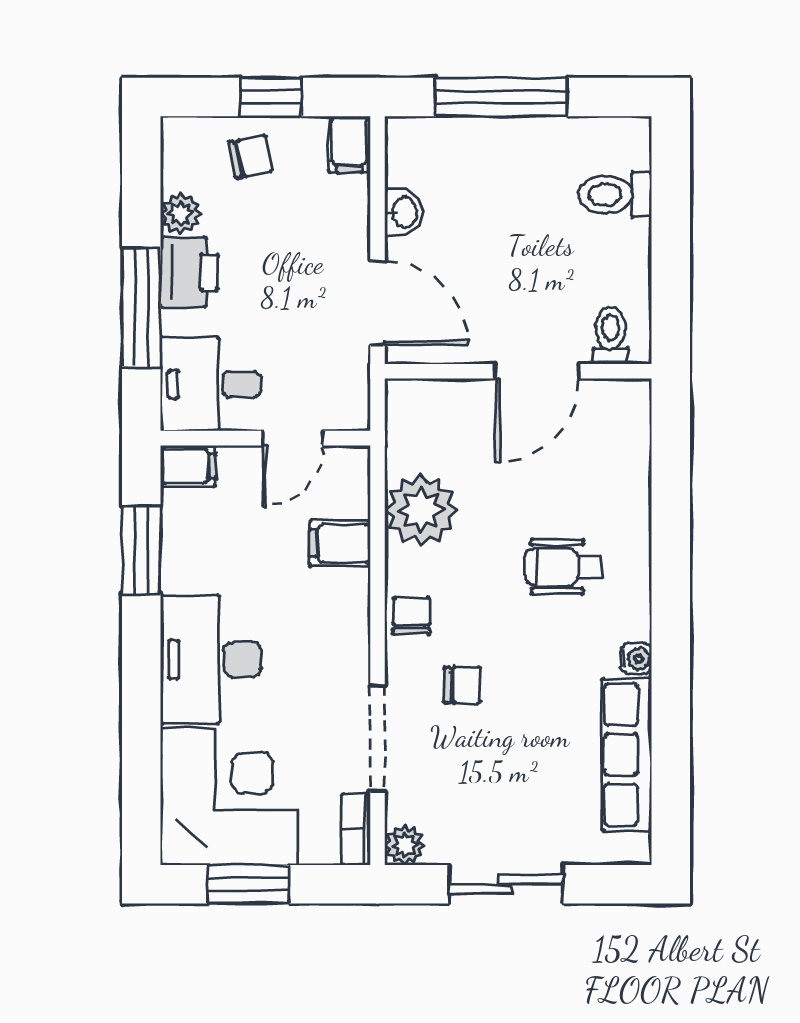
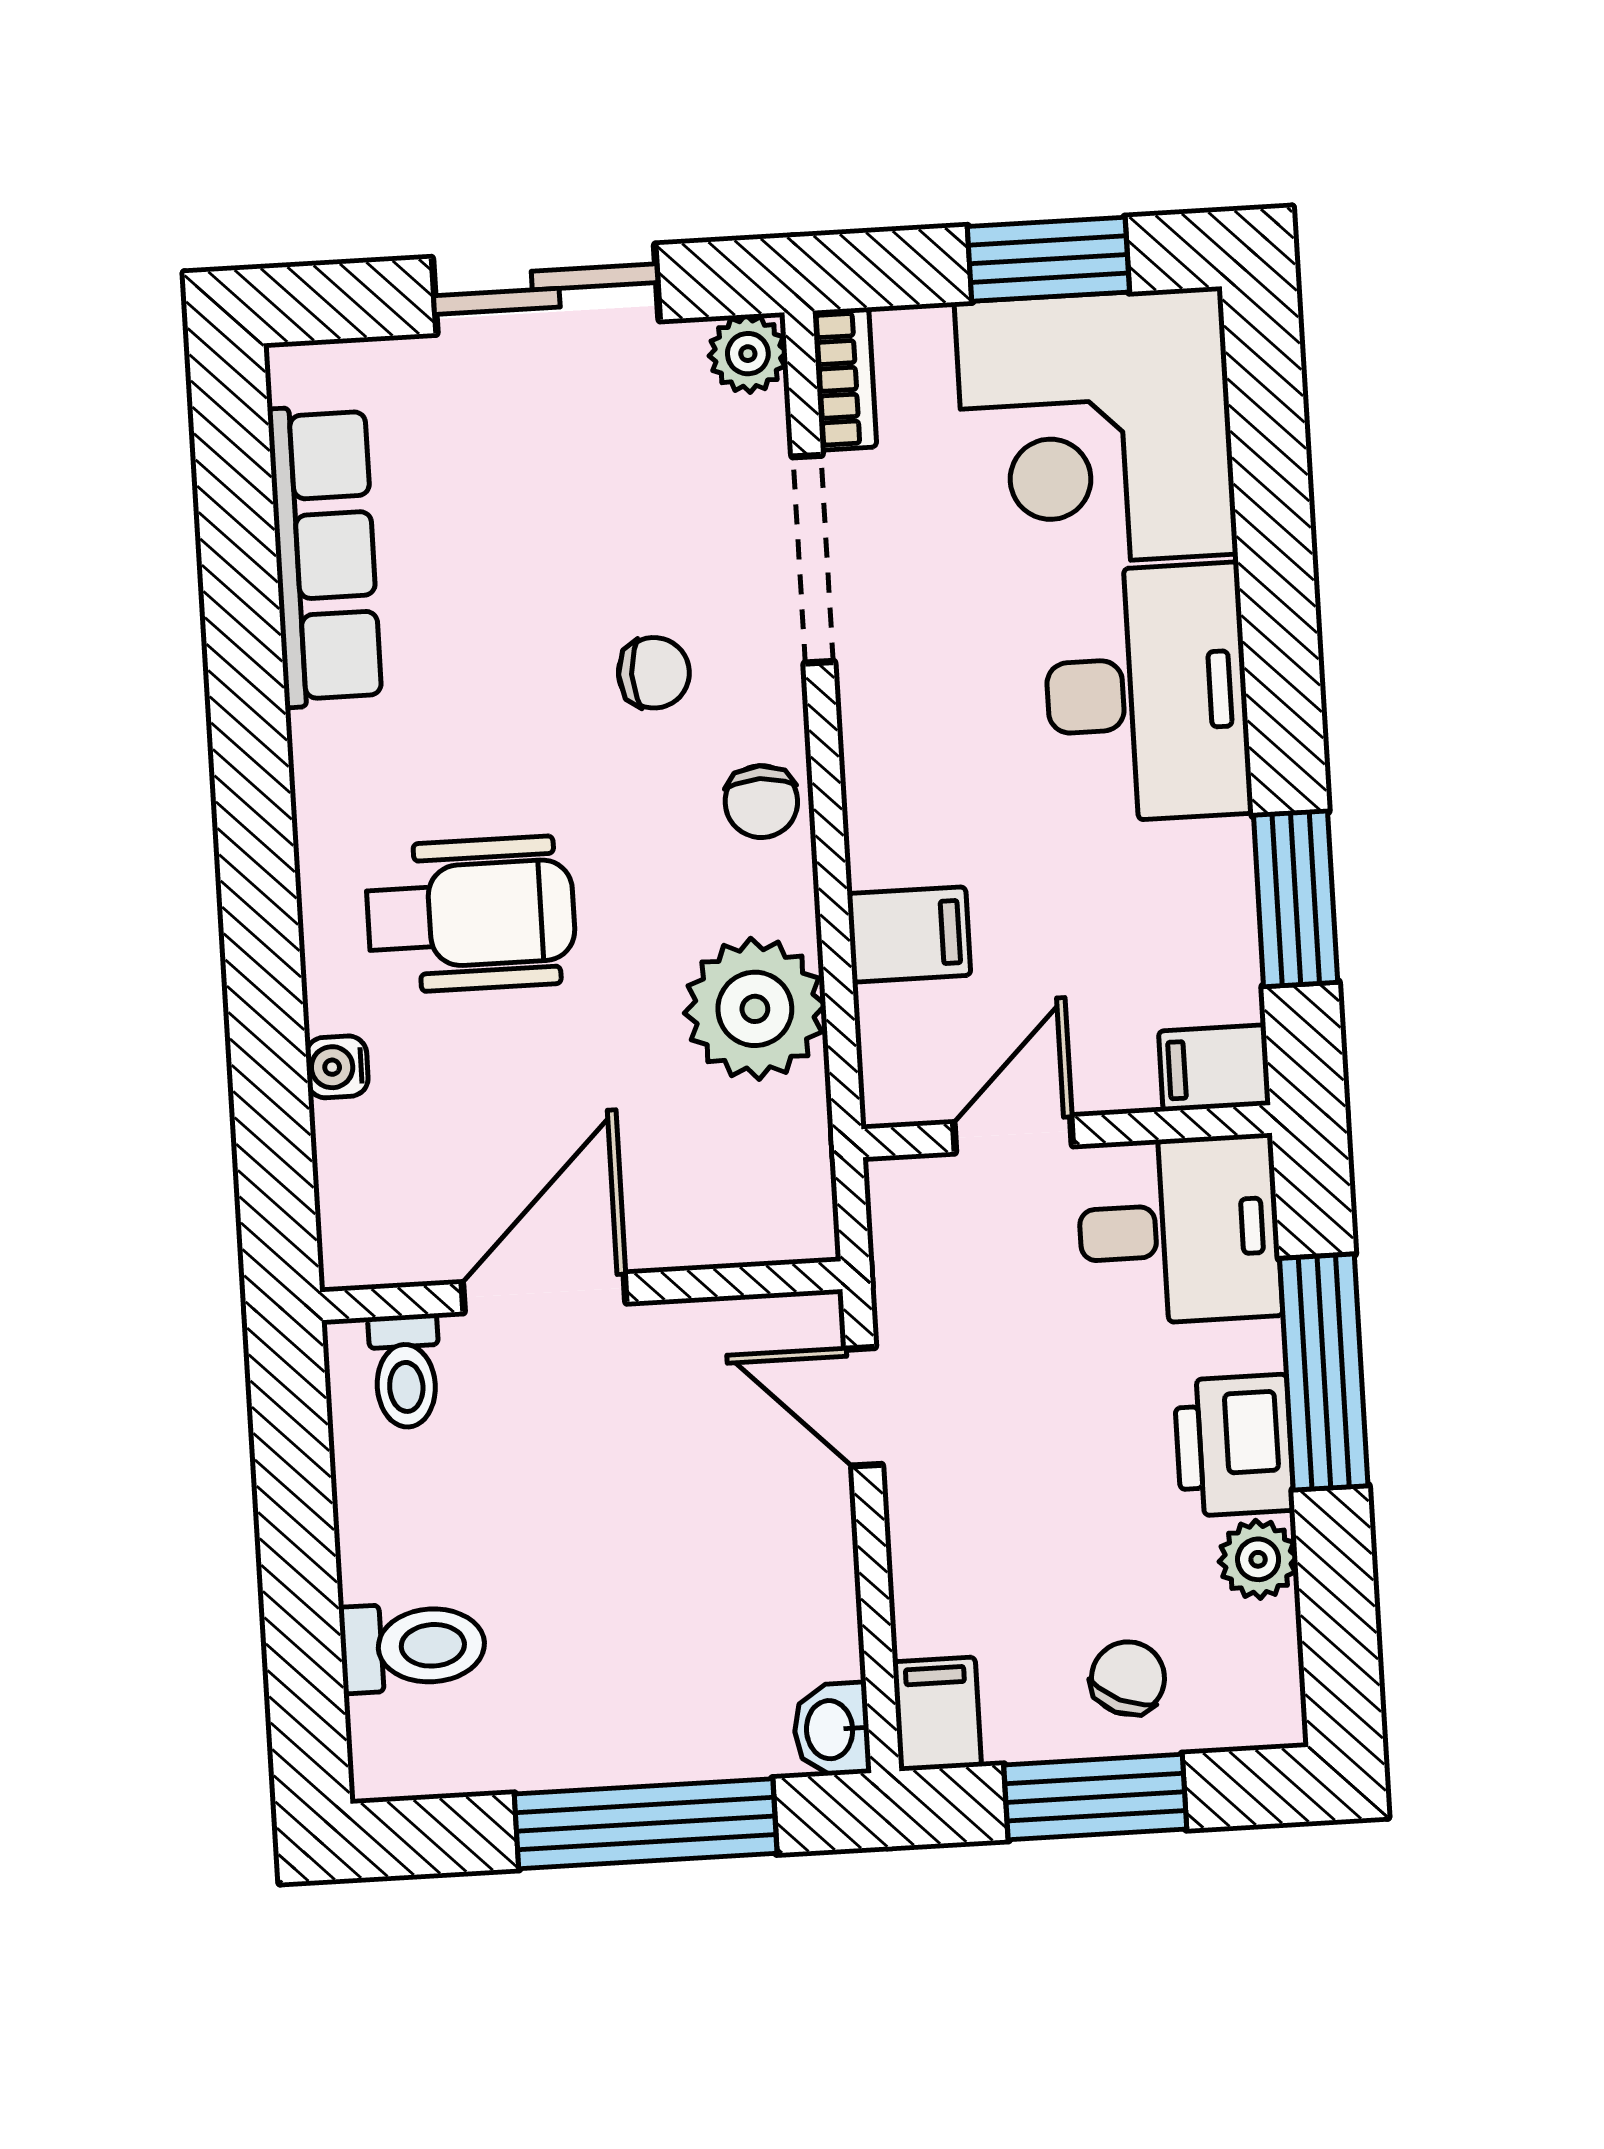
window: (271, 97) -> (1095, 1797), width x1.50
chair: (251, 157) -> (1128, 1678), turned 125
washbasin: (403, 212) -> (832, 1730), moved
door: (377, 303) -> (864, 1407), width x0.73
wheelchair: (563, 567) -> (471, 915), width x1.36, depth x1.37
water cooler: (636, 659) -> (337, 1067), moved
chair: (462, 685) -> (654, 673), turned 180

